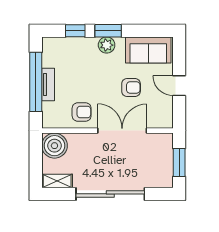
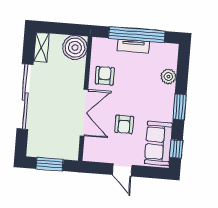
window: (75, 31) -> (176, 149), moved
plant: (107, 45) -> (168, 77), moved
door: (179, 86) -> (122, 170), swing flipped
armchair: (82, 112) -> (105, 76), turned 180

